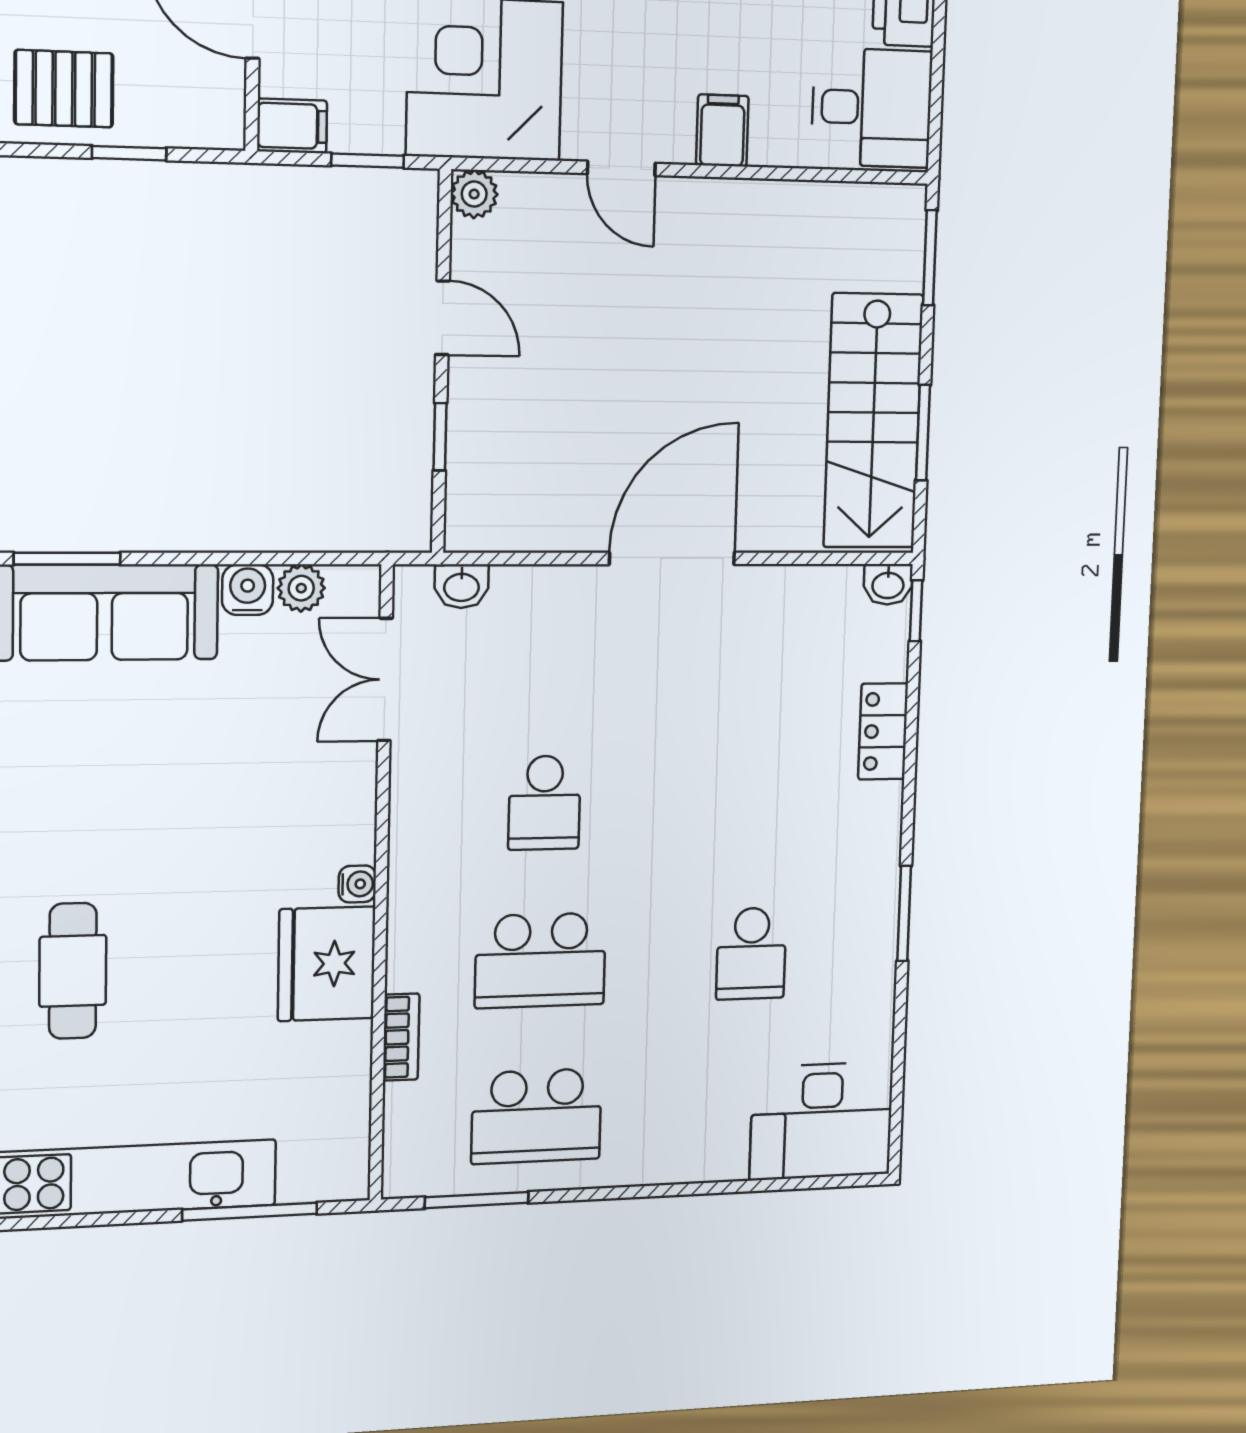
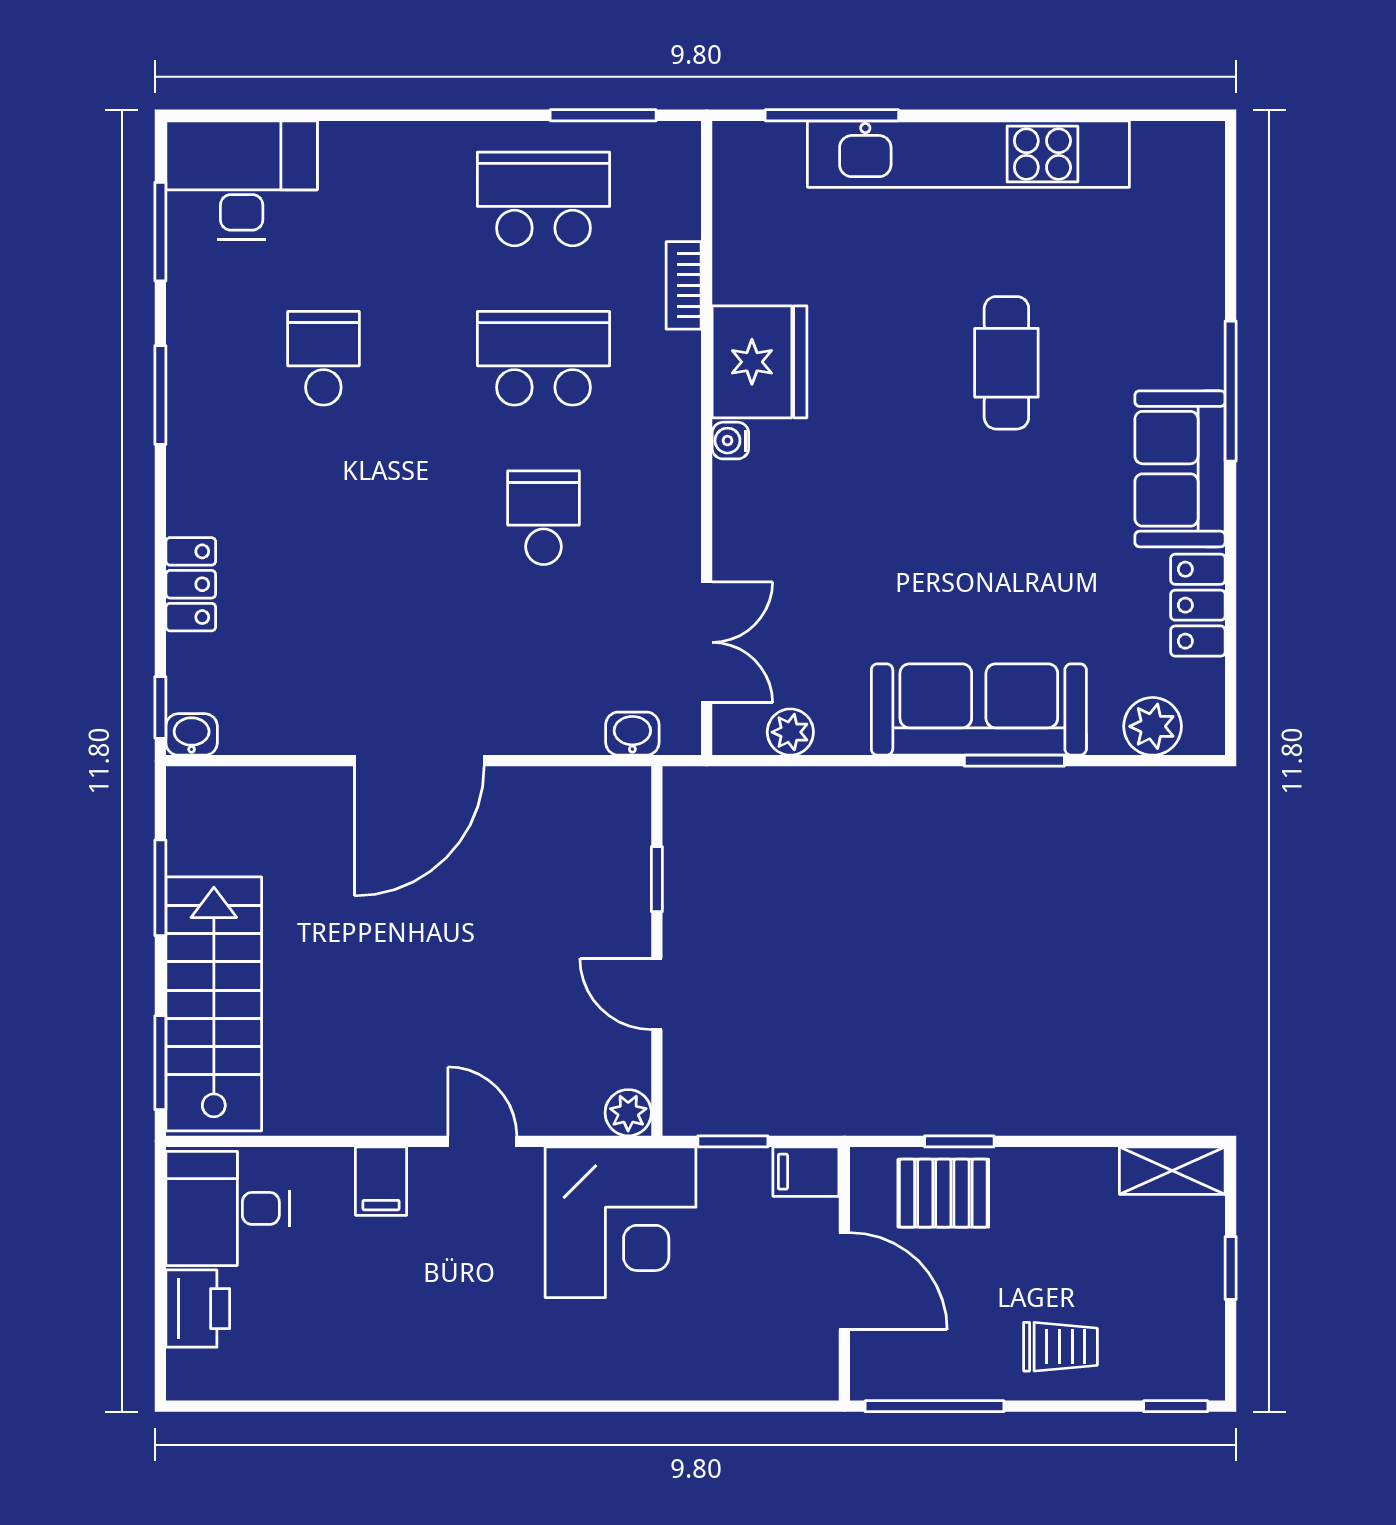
pallet: (64, 89) -> (943, 1193), moved
stairs: (873, 421) -> (214, 1004), moved
water cooler: (248, 590) -> (842, 731), removed
window: (898, 1069) -> (160, 232), added

